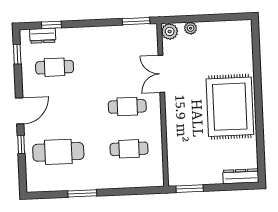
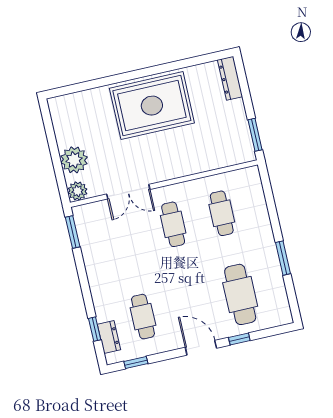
plant: (191, 28) -> (74, 160), width x1.87, depth x1.87

